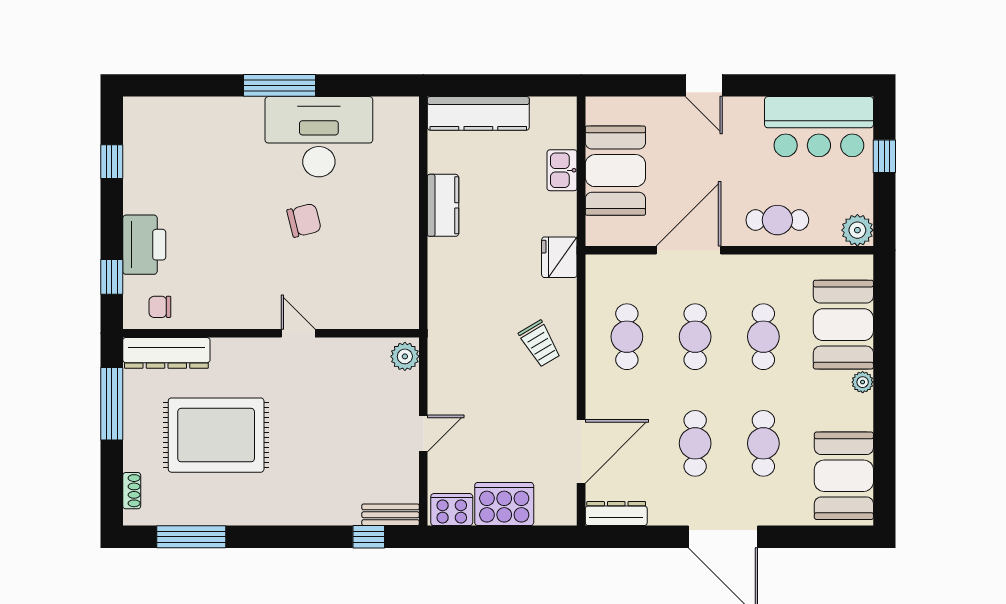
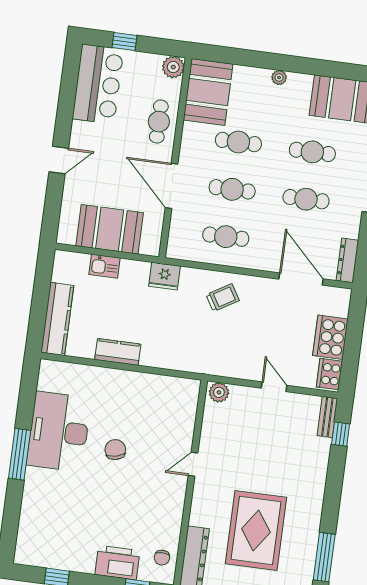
booth: (843, 325) -> (208, 92), moved, turned 90

